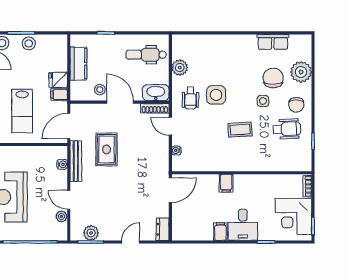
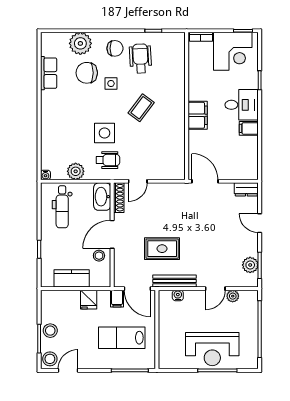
filing cabinet: (59, 95) -> (117, 299), moved
lab bench: (22, 111) -> (122, 338), turned 180
coffee table: (240, 130) -> (141, 108), turned 41
water cooler: (176, 151) -> (45, 175), moved
filing cabinet: (226, 183) -> (198, 115), width x2.00

